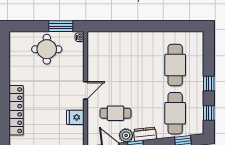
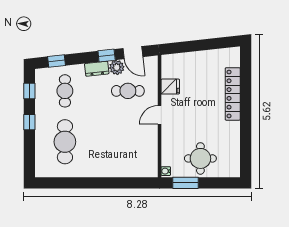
cafe table: (175, 113) -> (65, 91), width x0.73, depth x0.74

